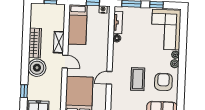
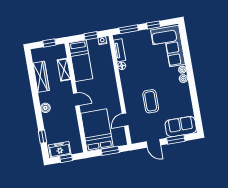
shelving: (59, 42) -> (64, 70), moved
wardrobe: (35, 43) -> (41, 77), moved
boiler: (37, 68) -> (45, 108), width x0.54, depth x0.54
door: (109, 78) -> (125, 120), moved
armchair: (163, 82) -> (176, 99), removed

